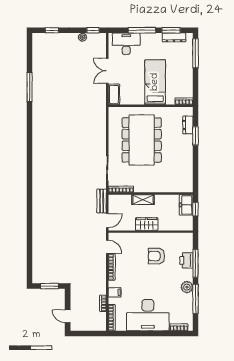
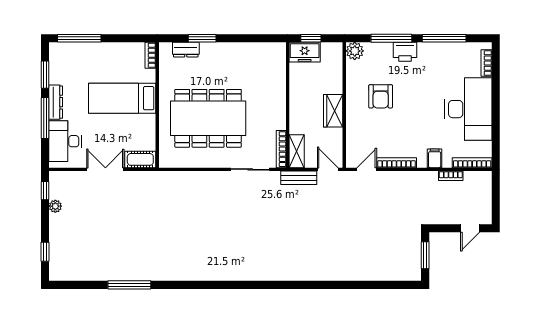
dresser: (174, 37) -> (56, 102), moved
double door: (107, 71) -> (105, 169), swing flipped
shelving: (143, 200) -> (297, 151), moved
printer: (186, 260) -> (405, 52), moved
plant: (187, 287) -> (355, 51), moved

